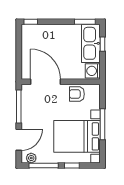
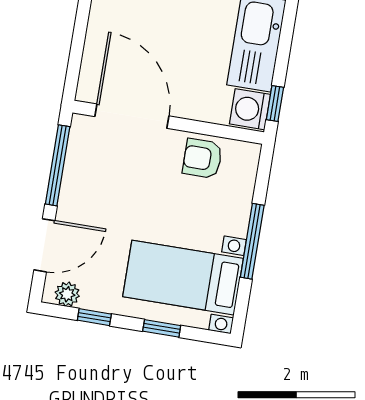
window: (103, 44) -> (275, 104), moved
bed with nightstands: (77, 136) -> (183, 278), width x0.73
window: (44, 166) -> (94, 317), width x0.46

